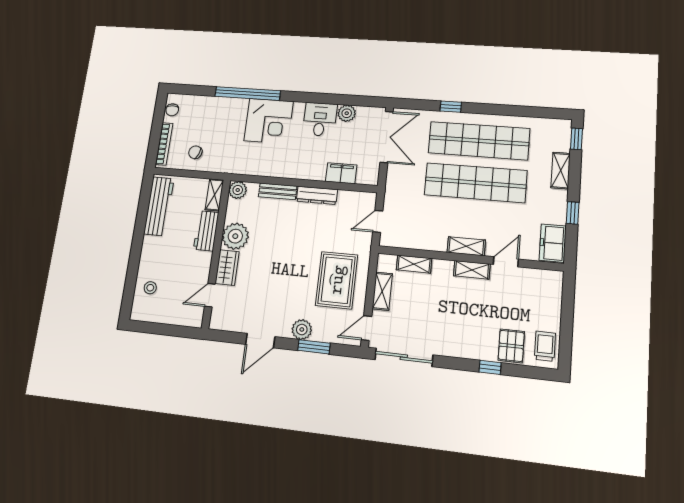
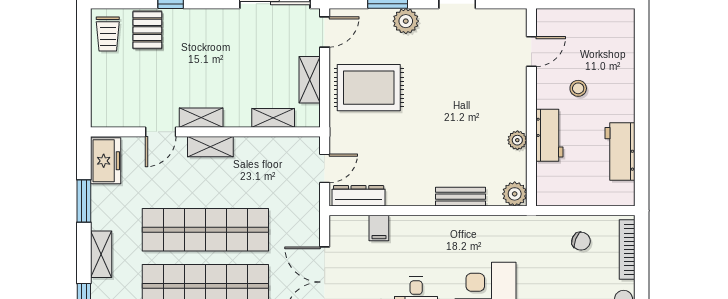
filing cabinet: (341, 173) -> (379, 228), width x0.50
shelving: (214, 195) -> (546, 185), removed
dresser: (317, 195) -> (359, 196), moved
workbench: (159, 206) -> (620, 152), width x0.73
window: (573, 213) -> (84, 201), width x1.50
plant: (235, 236) -> (517, 140), width x0.53, depth x0.53
wardrobe: (227, 268) -> (514, 90), removed
rug: (337, 280) -> (369, 88), turned 90
stool: (150, 288) -> (578, 88), moved

